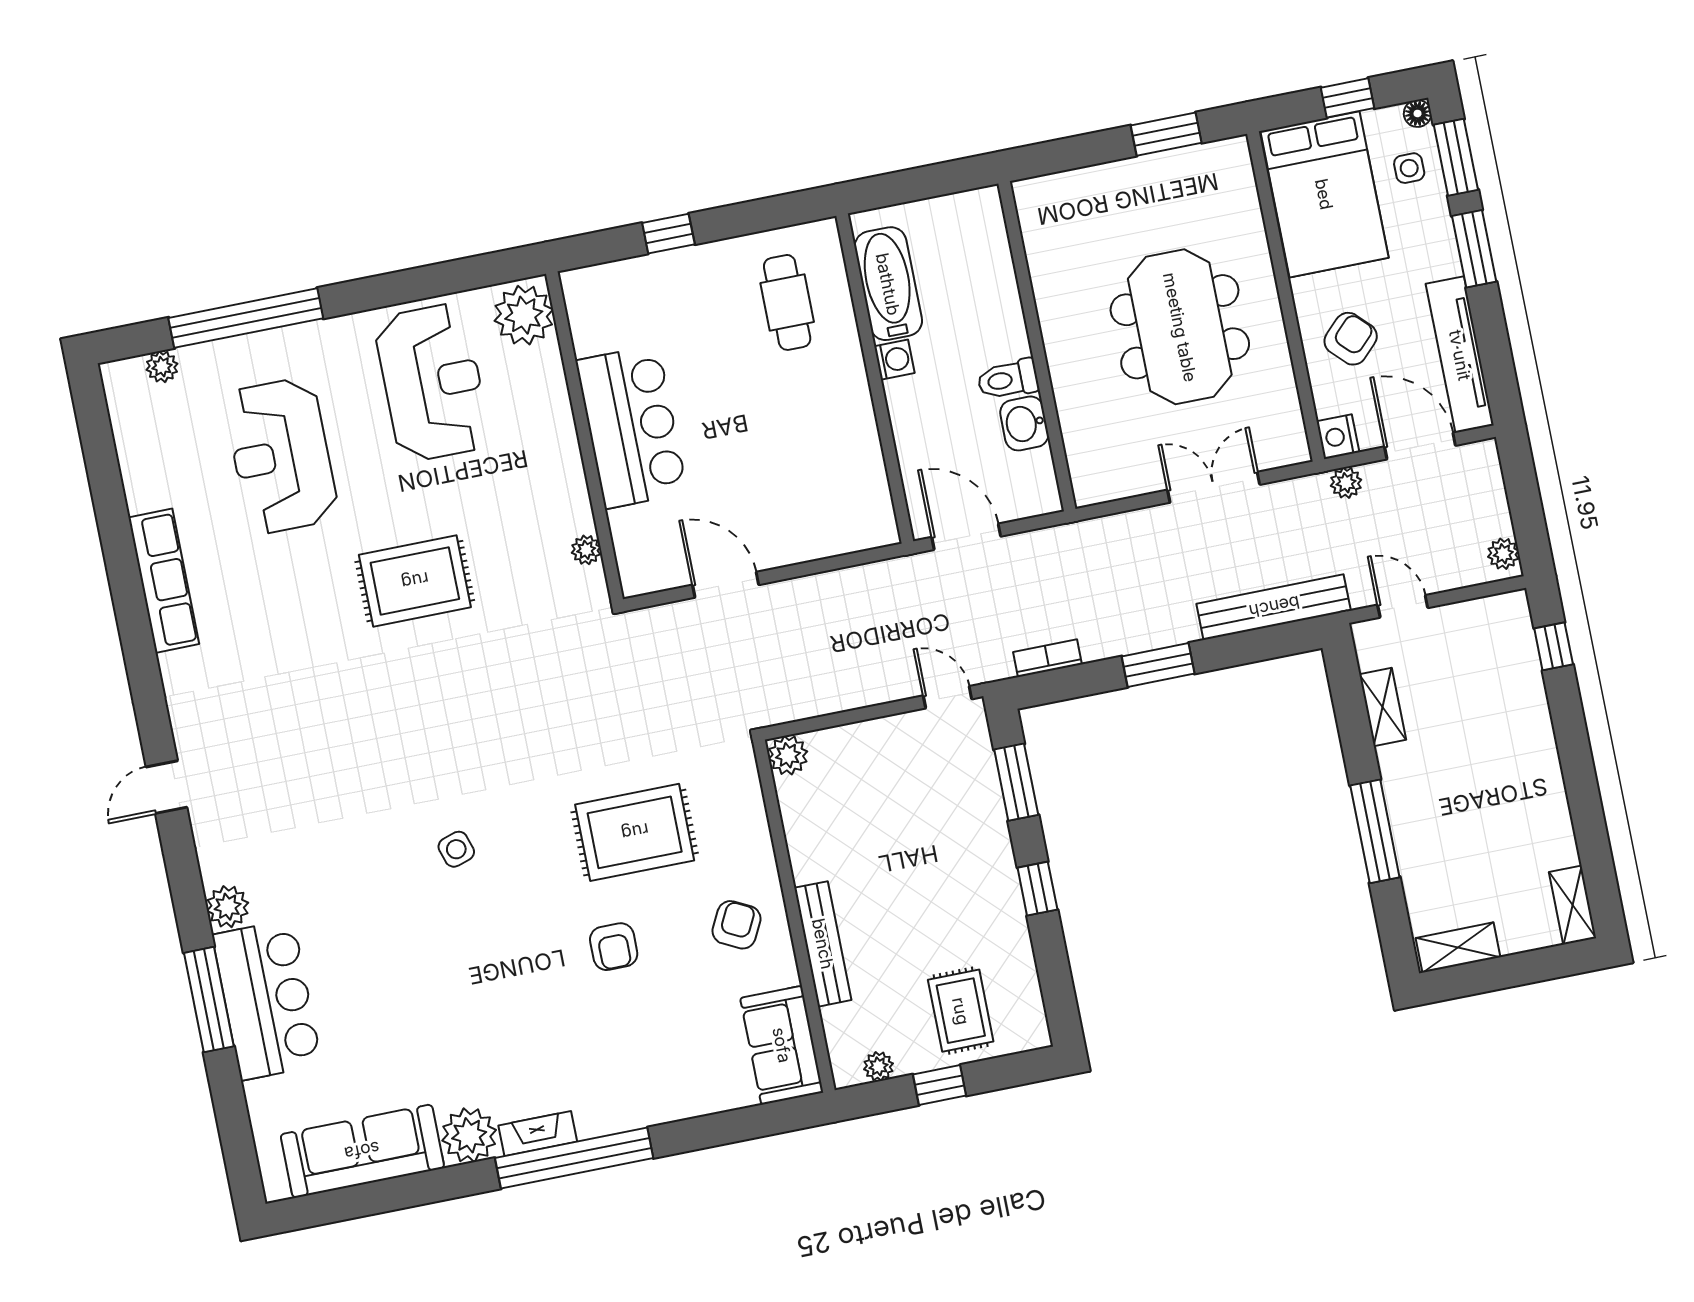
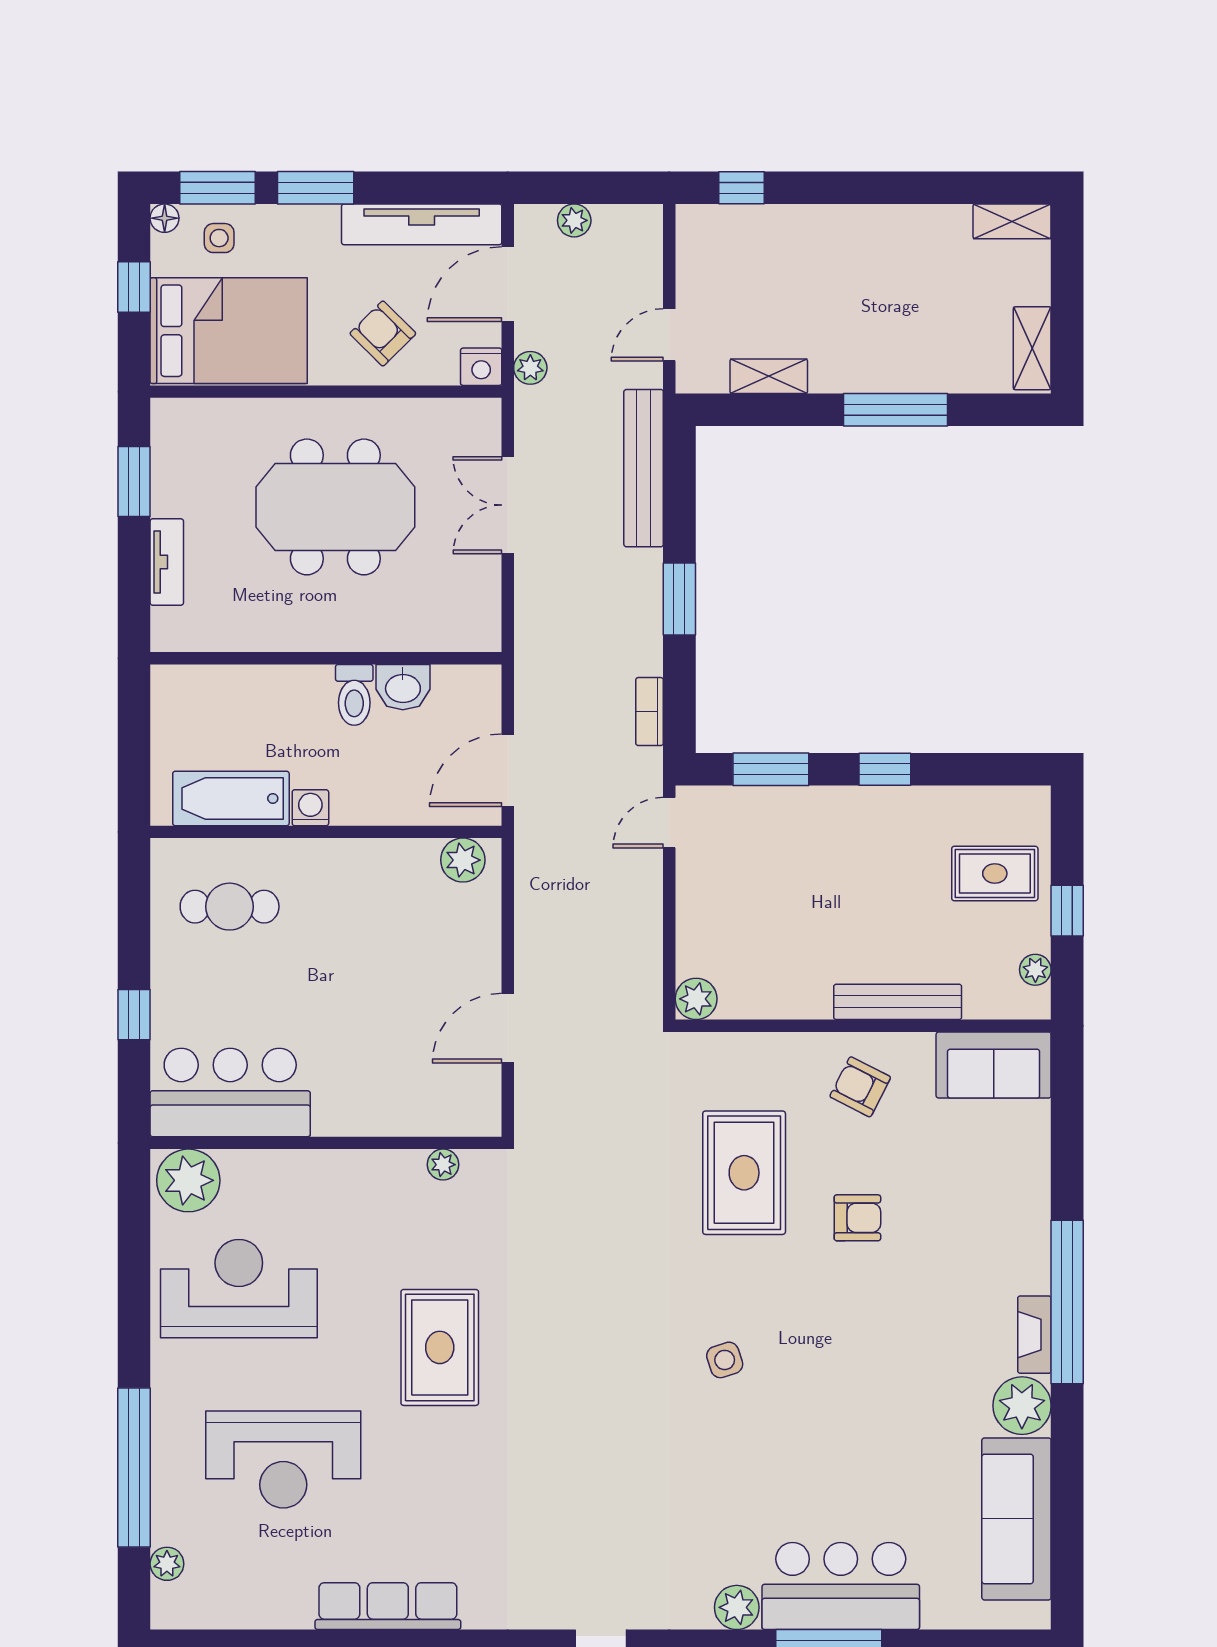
tv unit: (1097, 180) -> (167, 562), added
bar counter: (631, 427) -> (230, 1092), moved
plant: (874, 512) -> (463, 860), added
plant: (1503, 554) -> (574, 220), moved

